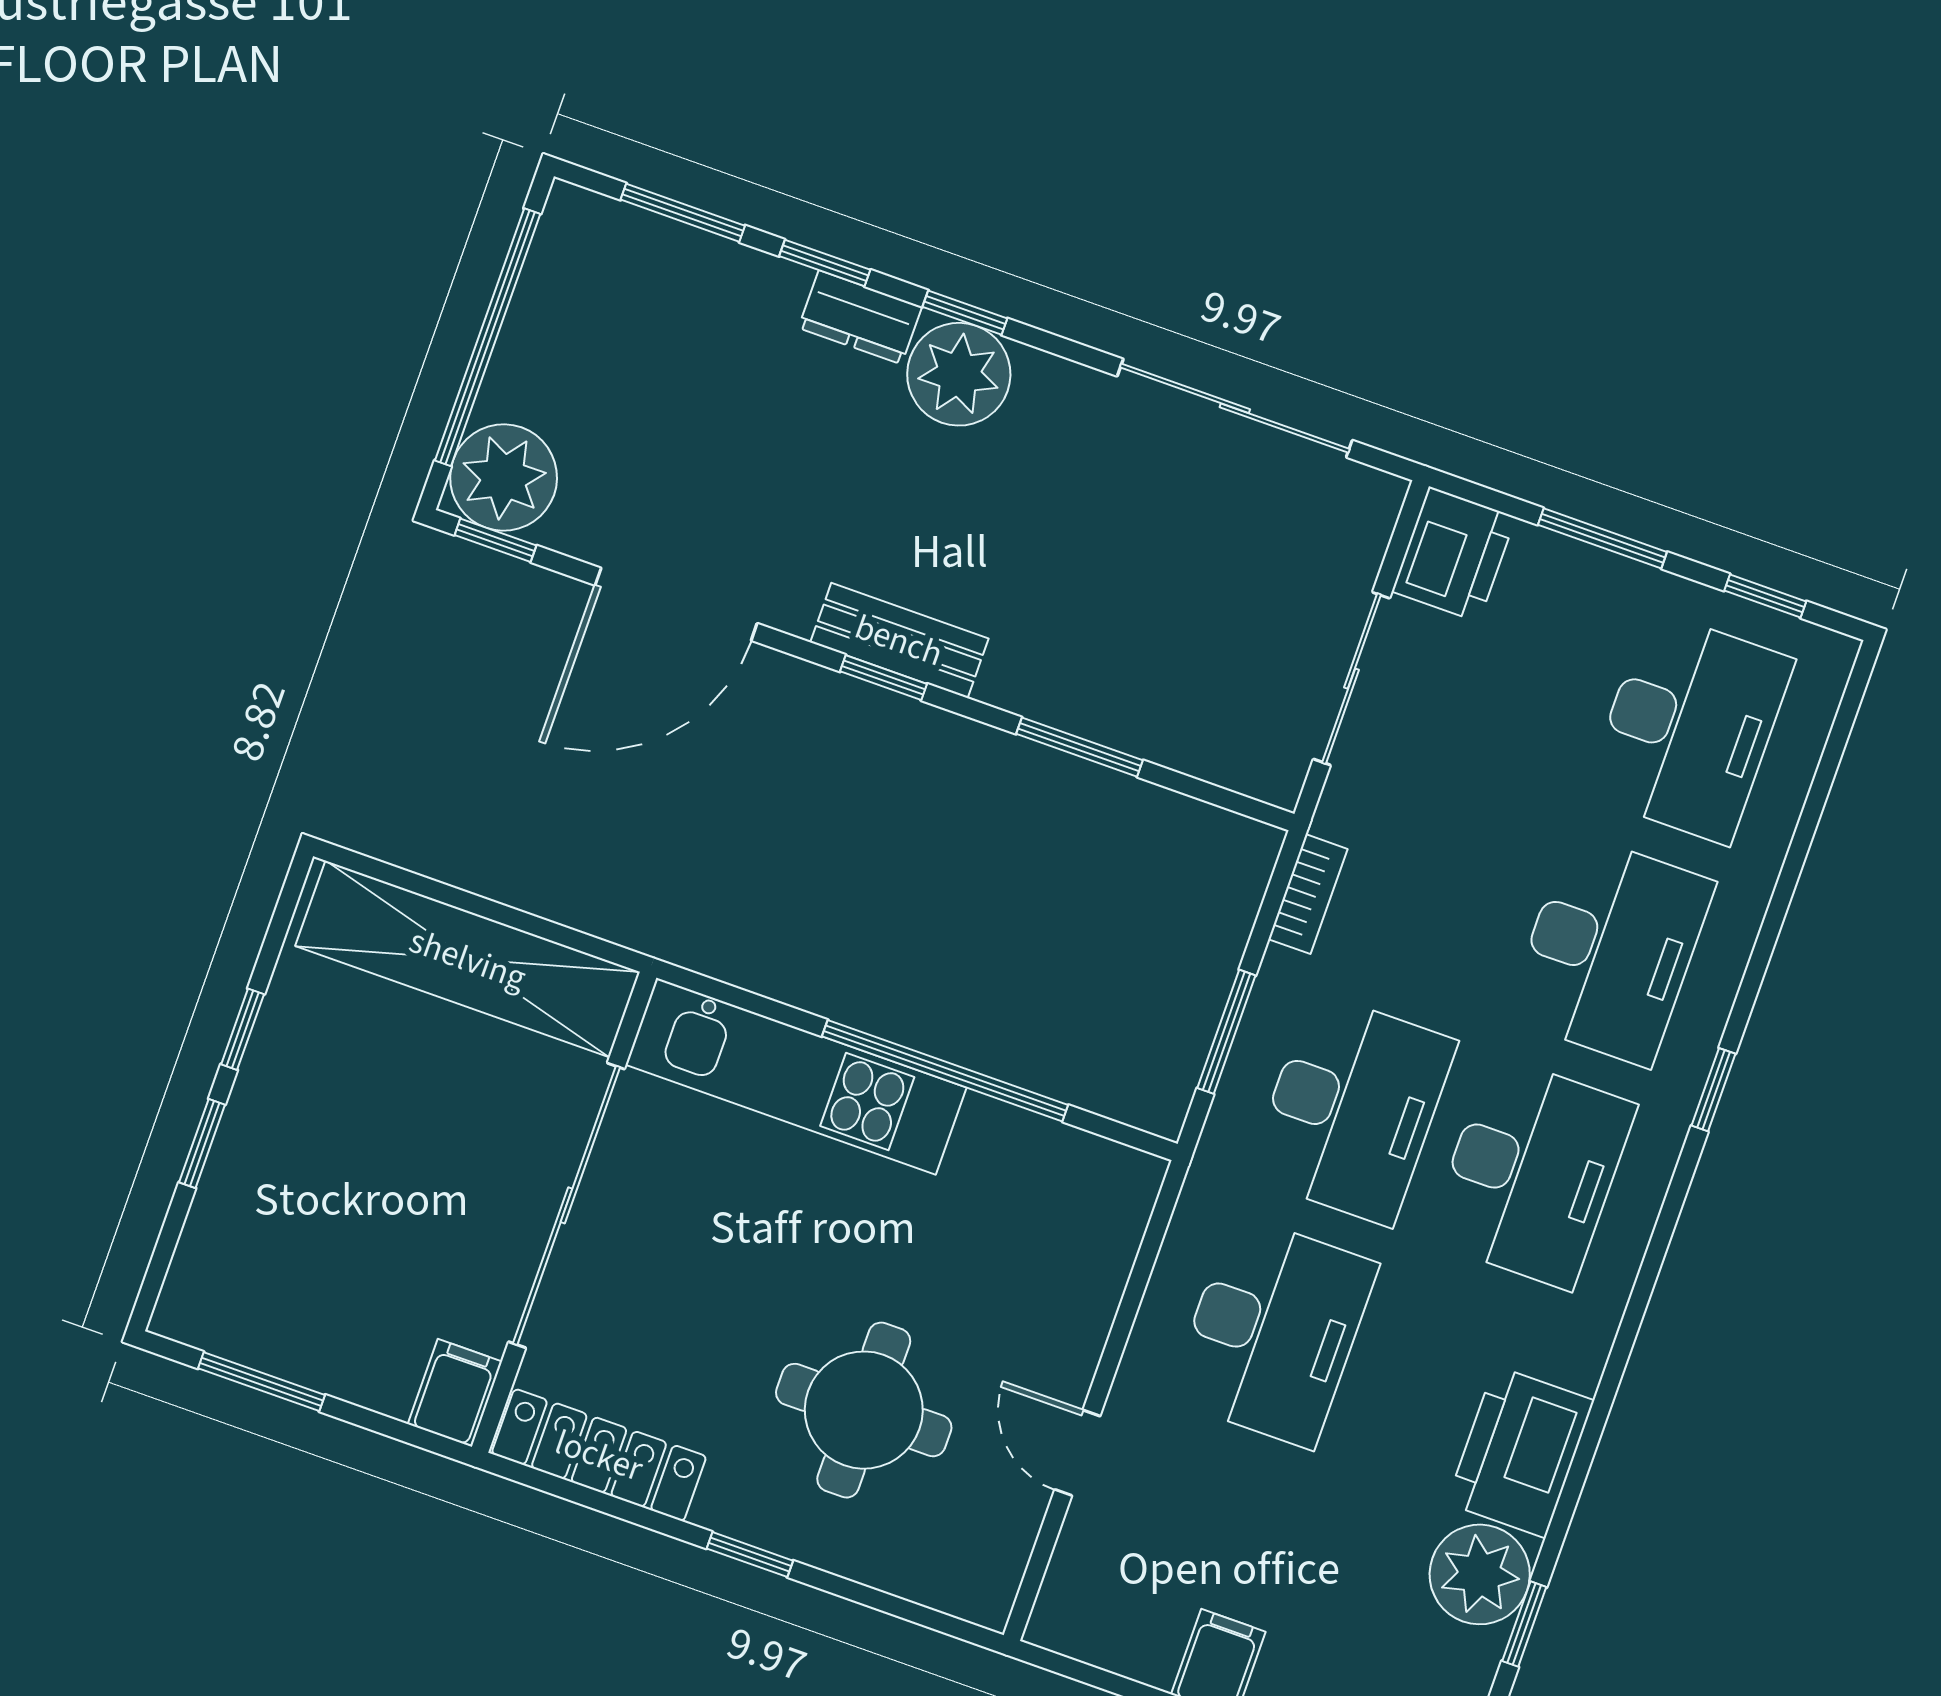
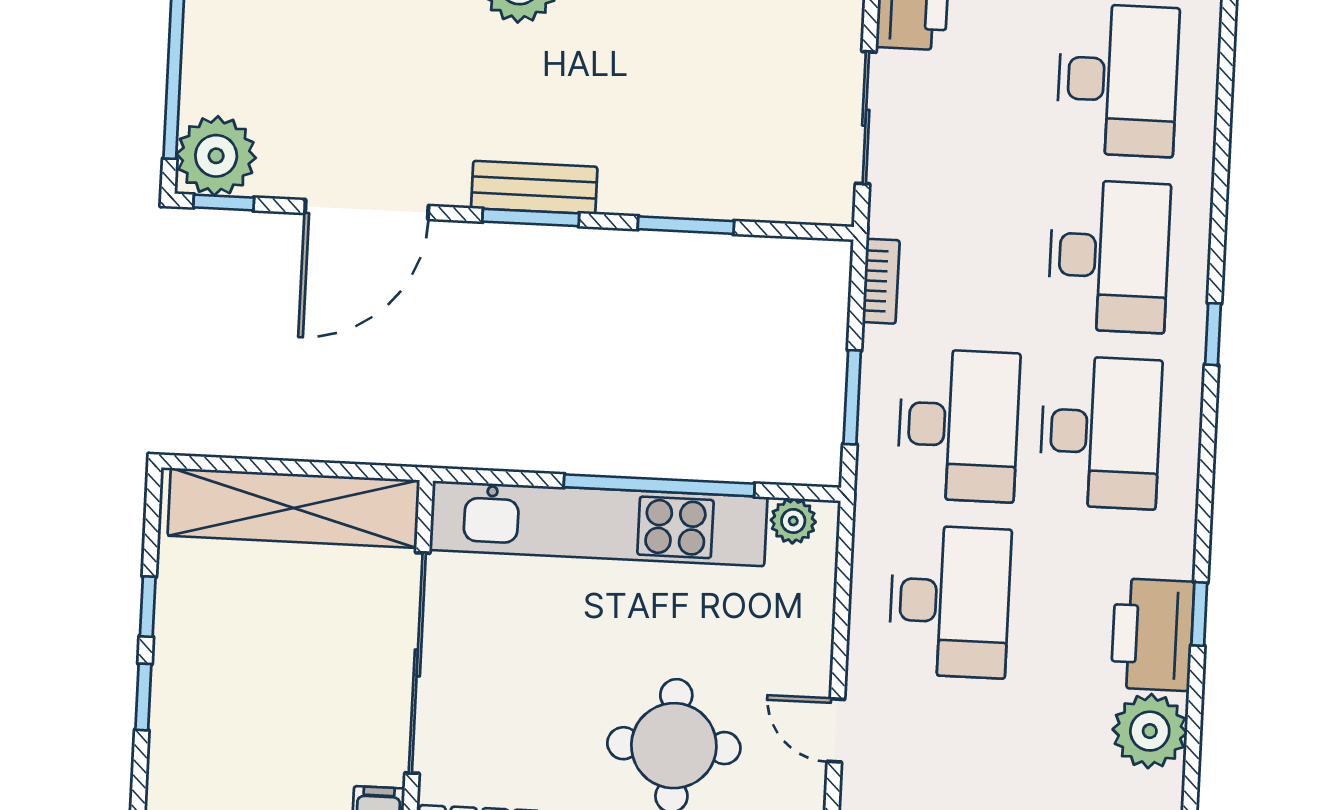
window: (883, 678) -> (531, 217), width x1.50
kitchen unit: (796, 1076) -> (598, 524), width x1.36
plant: (1103, 1168) -> (793, 521), added
window: (1524, 1624) -> (1199, 614), moved

